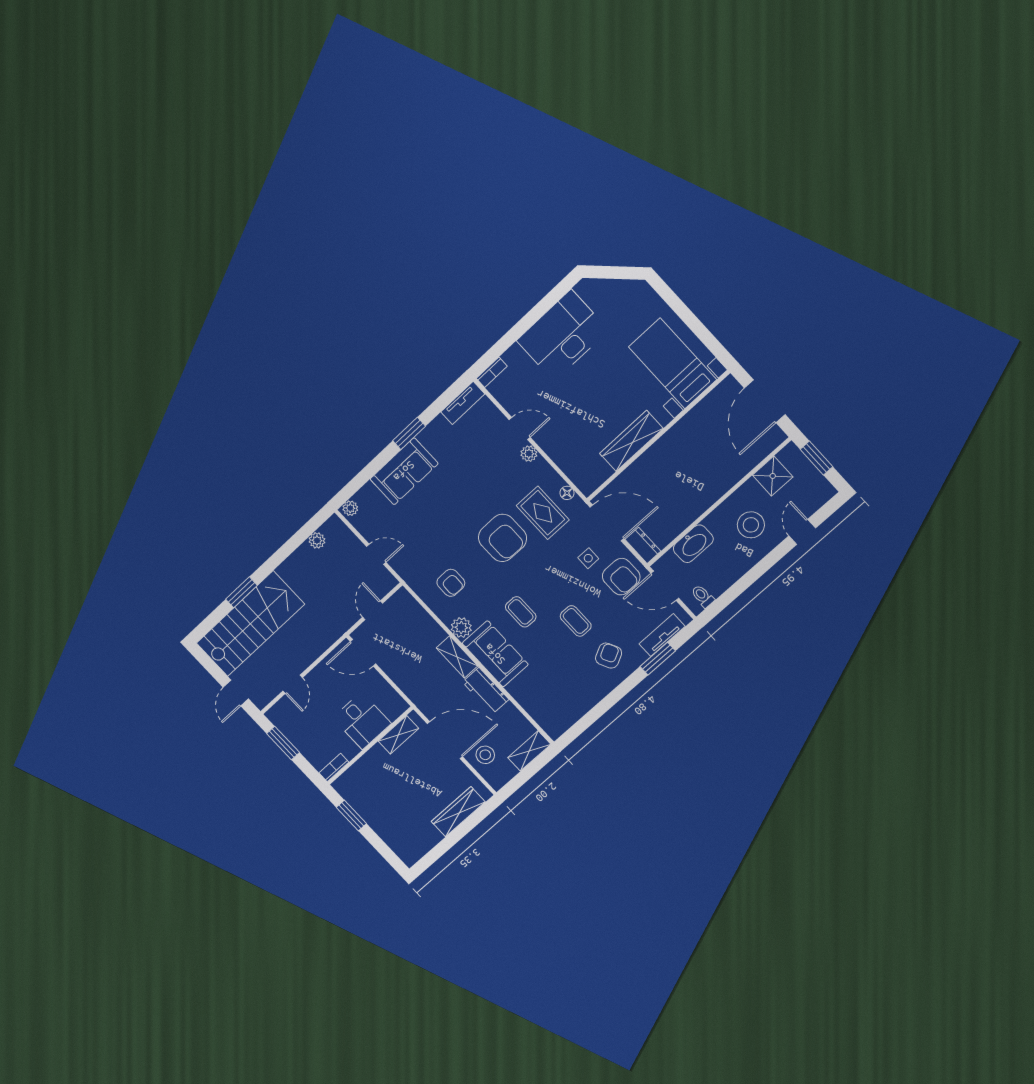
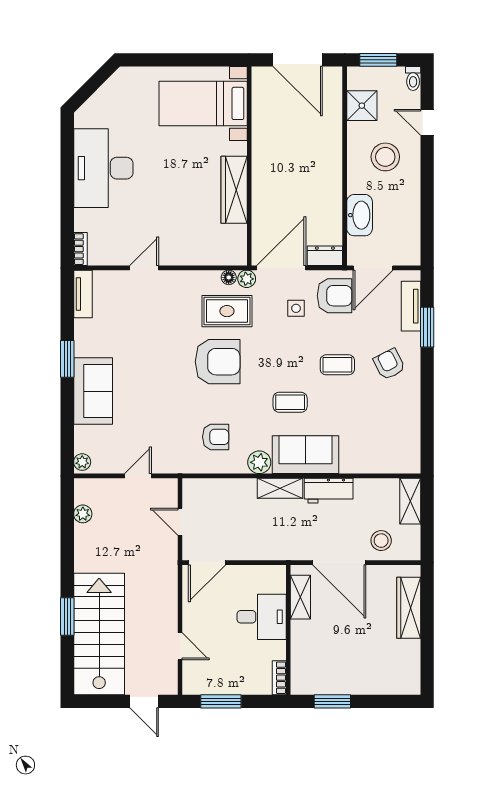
plant: (529, 454) -> (247, 279), moved
toilet: (703, 596) -> (413, 78), moved, turned -90
door: (445, 740) -> (339, 563), swing flipped

